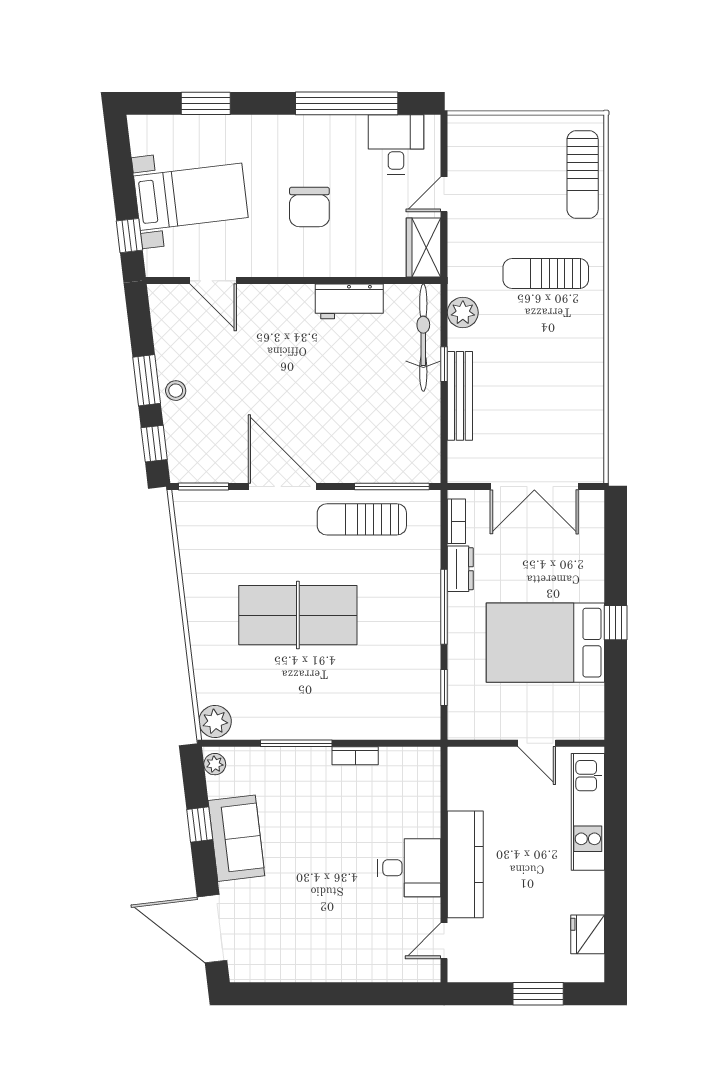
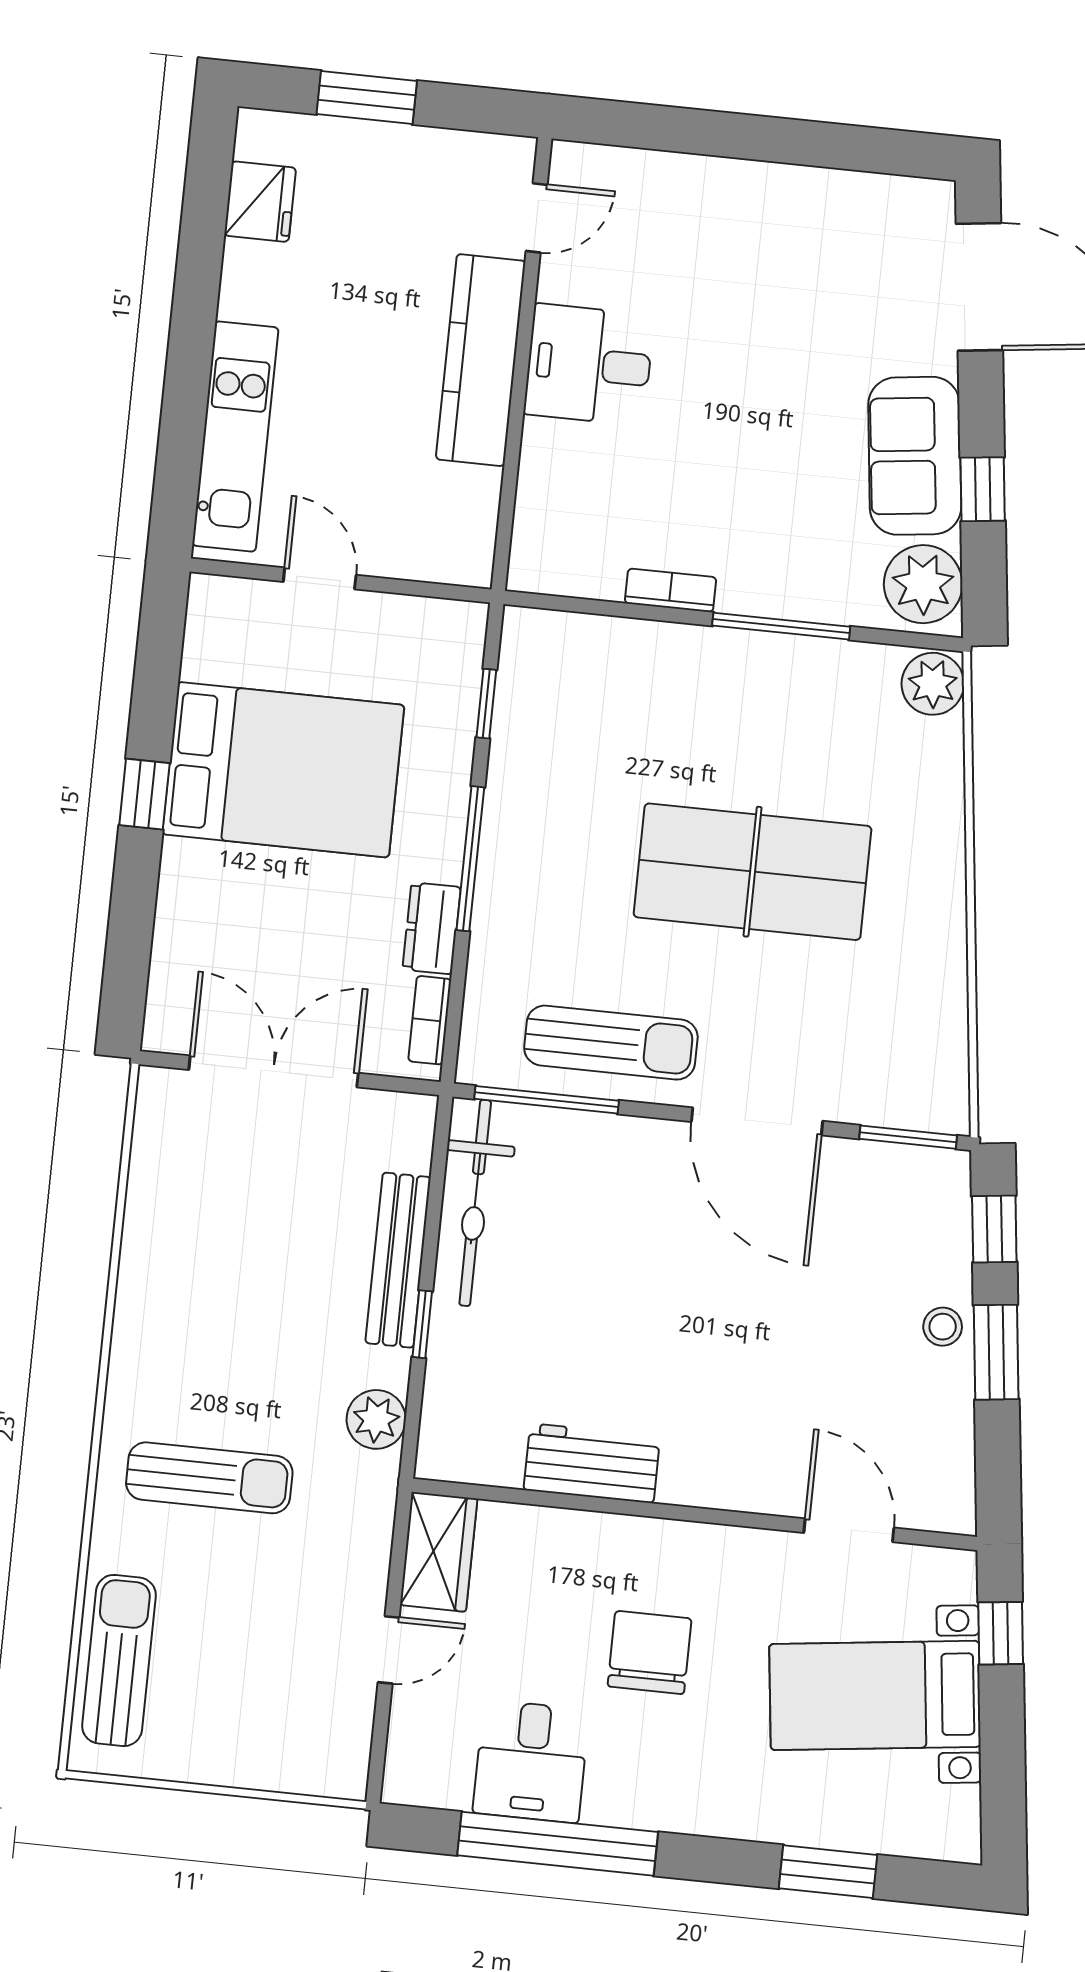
desk: (396, 144) -> (531, 1761), moved
bicycle: (423, 338) -> (475, 1203), moved
plant: (215, 764) -> (923, 584), width x1.87, depth x1.87

